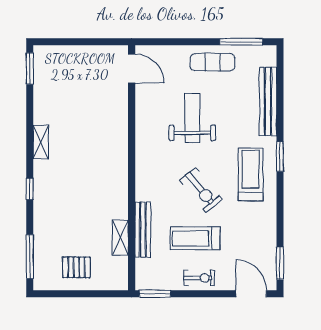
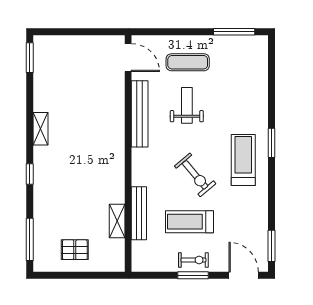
exercise mat: (212, 62) -> (188, 62), moved
bench: (268, 101) -> (140, 114), moved
weight bench: (192, 118) -> (187, 105), width x0.73, depth x0.75
window: (155, 294) -> (193, 275), moved

